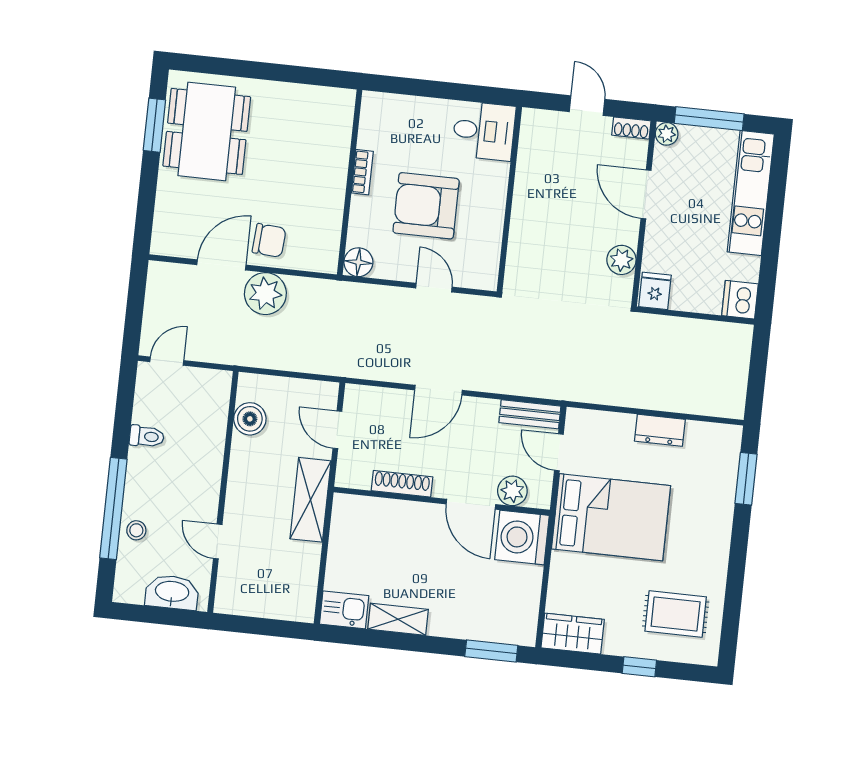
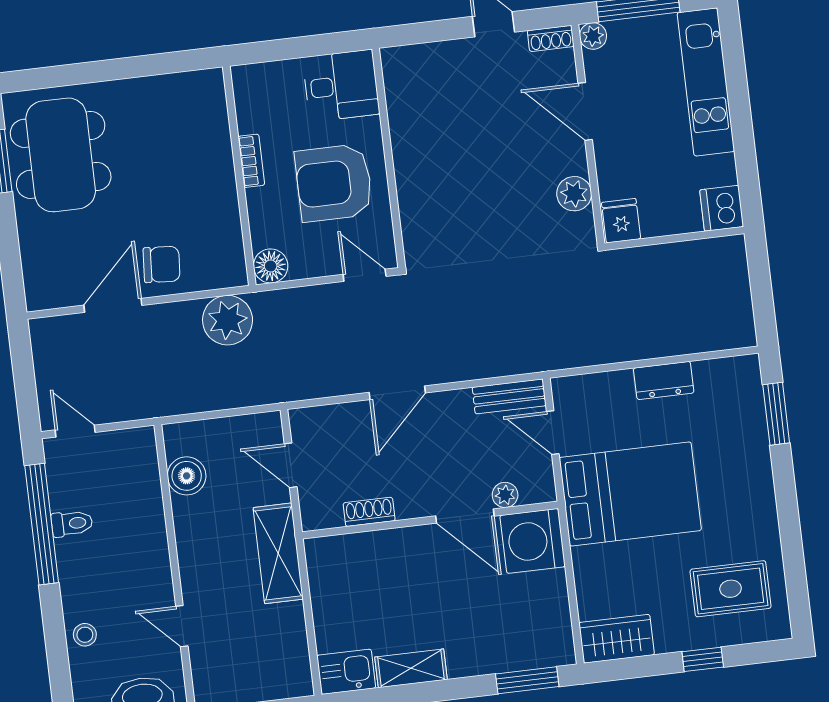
desk: (484, 131) -> (341, 86), moved
wall: (509, 199) -> (389, 158), moved
plant: (265, 294) -> (228, 320), moved
door: (167, 361) -> (75, 431), hinge flipped
shoe rack: (402, 484) -> (369, 512), width x0.70
plant: (512, 491) -> (505, 495), width x0.73, depth x0.73
window: (113, 509) -> (42, 524), moved

